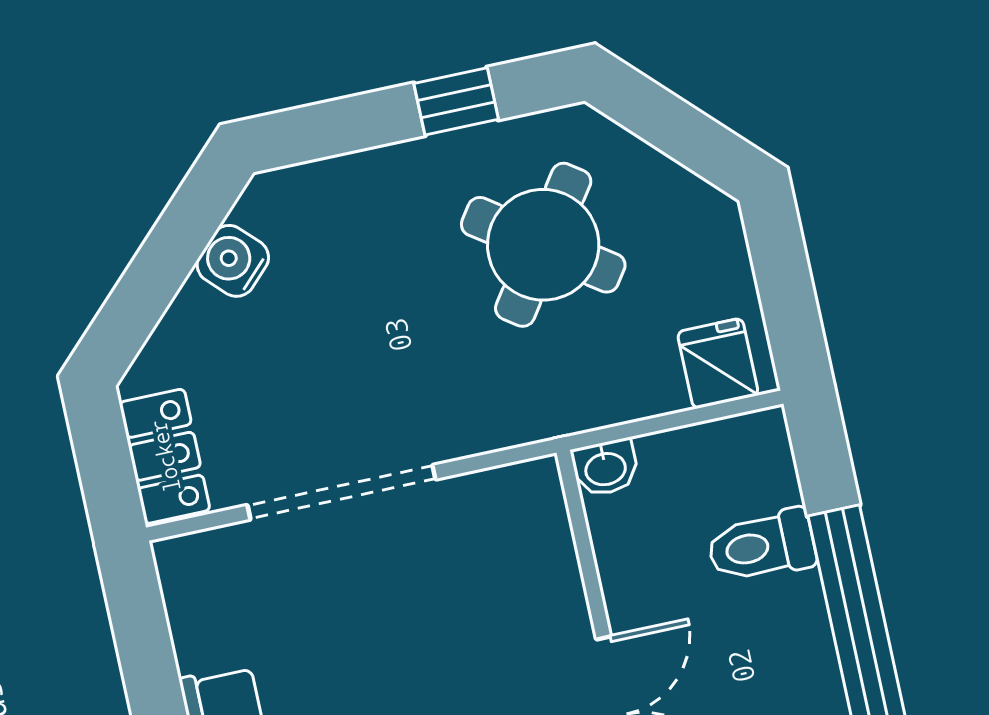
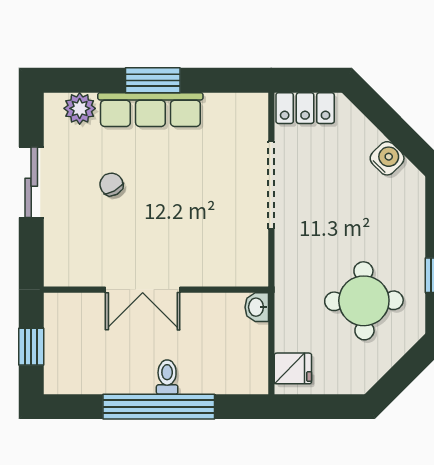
round table: (543, 245) -> (364, 301), turned -36
toilet: (761, 546) -> (167, 377), moved, width x0.73, depth x0.72

